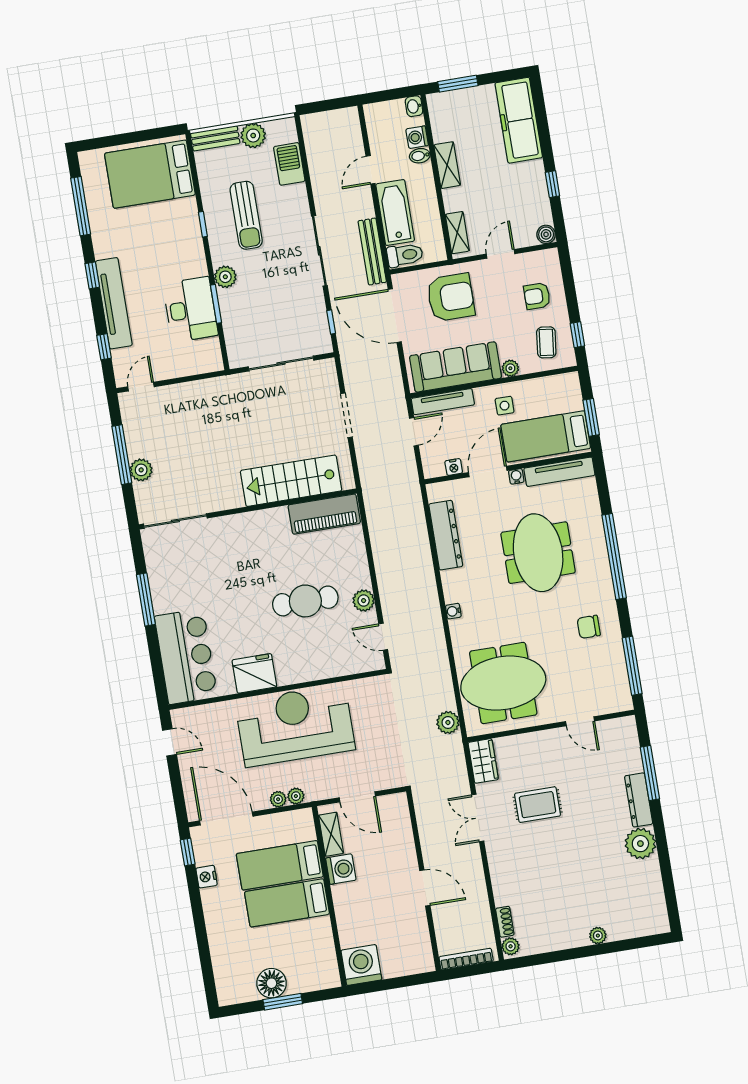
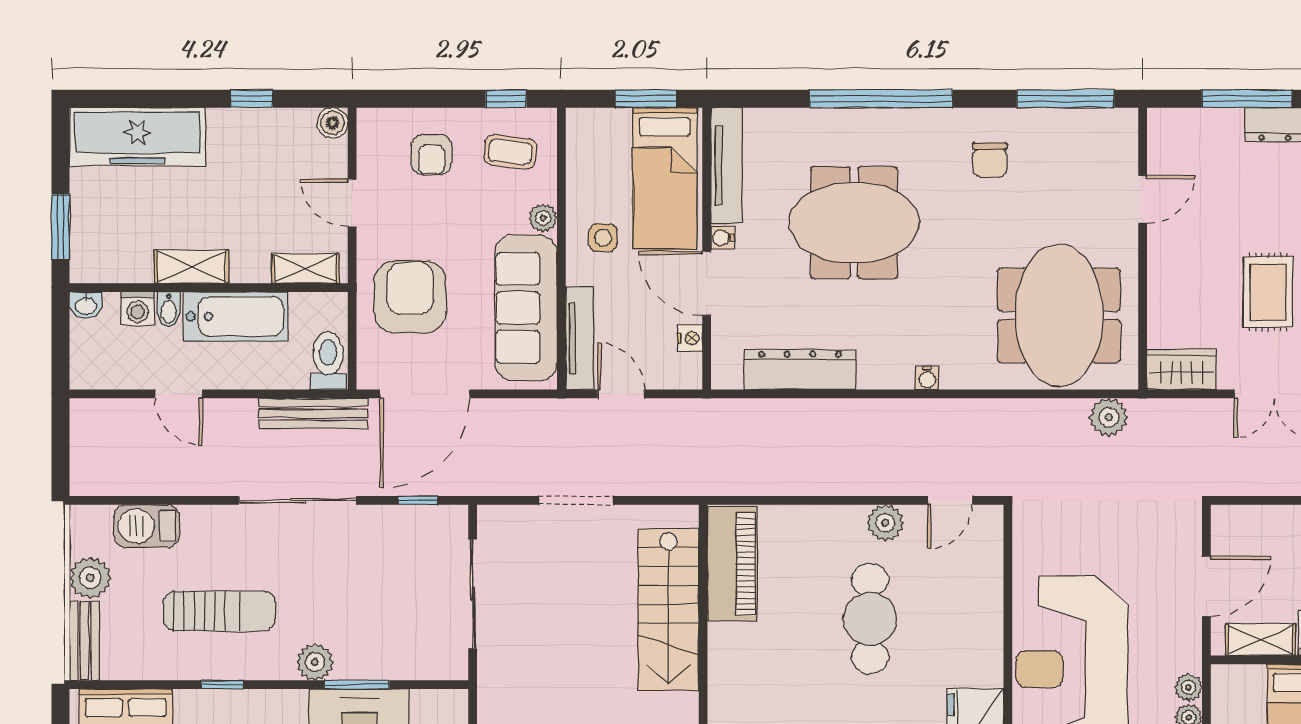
bathtub: (395, 213) -> (236, 316), moved, turned 180

